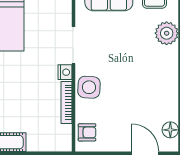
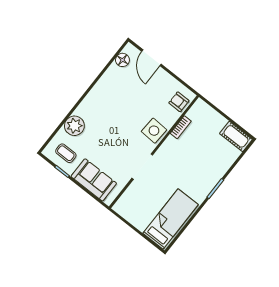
nightstand: (65, 72) -> (162, 153), removed
bookcase: (66, 102) -> (181, 127), width x0.64

